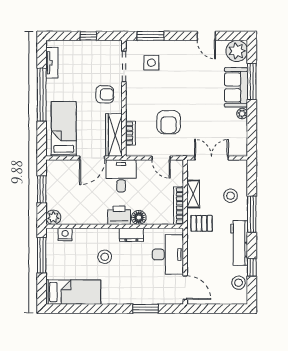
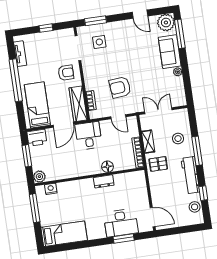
window: (252, 81) -> (180, 34), moved
armchair: (169, 122) -> (120, 87), turned 85
printer: (119, 215) -> (37, 138), moved, turned 180
desk: (168, 254) -> (121, 223), moved, turned 90
stool: (105, 257) -> (85, 202), removed

